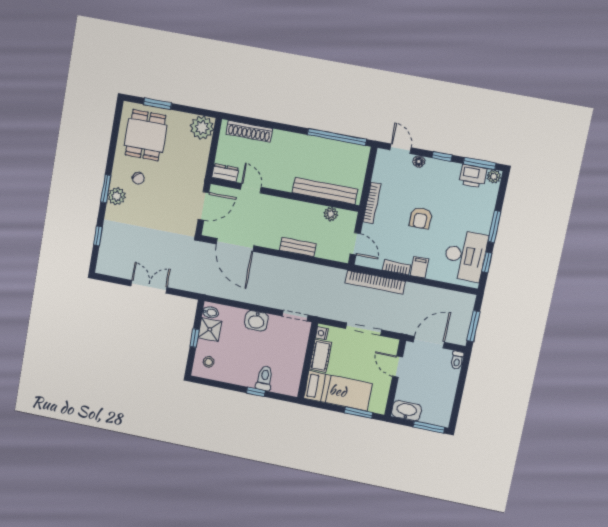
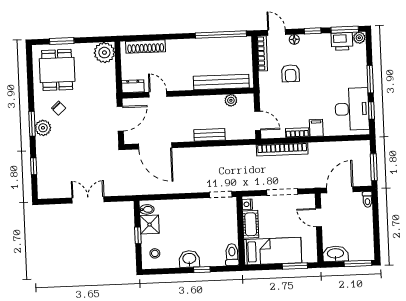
bookcase: (372, 203) -> (262, 53), moved
armchair: (421, 218) -> (291, 73), moved
washbasin: (256, 321) -> (189, 259), moved, turned 180
toilet: (265, 378) -> (232, 255), moved

